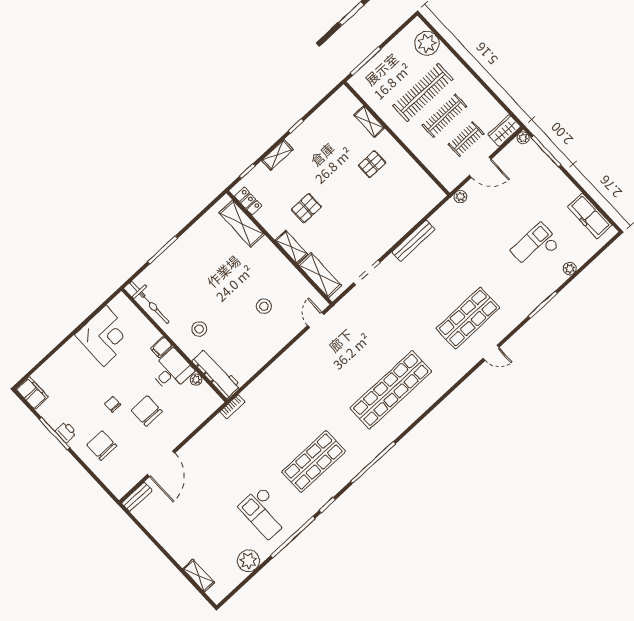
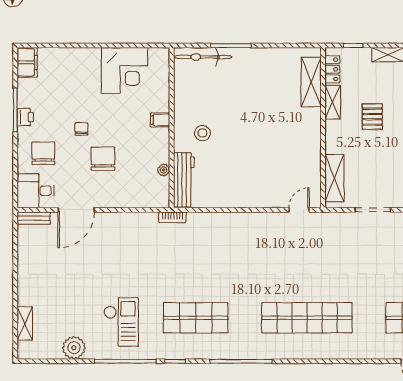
pallet: (306, 208) -> (372, 117), turned 90
shelving: (291, 247) -> (333, 102), moved
bicycle: (149, 302) -> (203, 57), moved, turned 90
stool: (264, 306) -> (269, 162), removed
desk: (172, 371) -> (36, 191), moved, turned 180
checkout: (265, 513) -> (121, 322), turned 180

